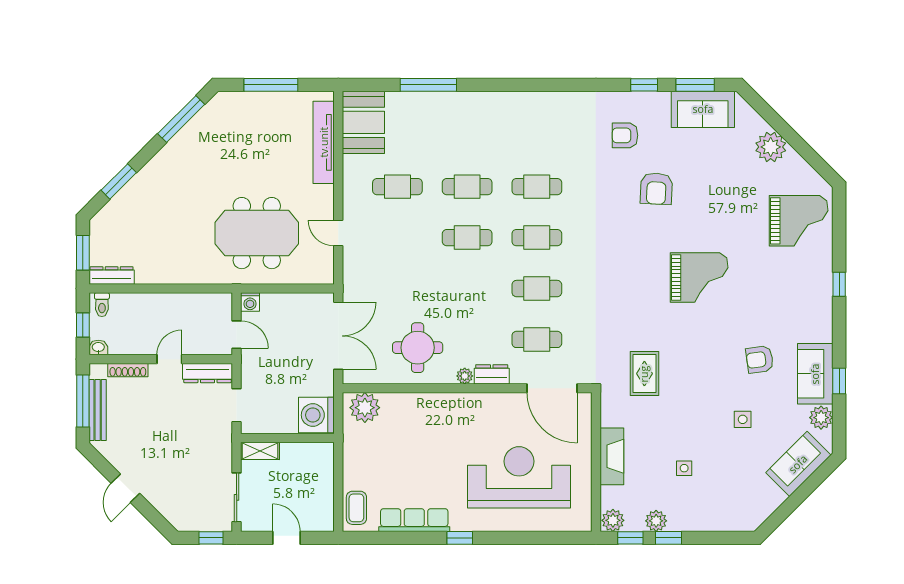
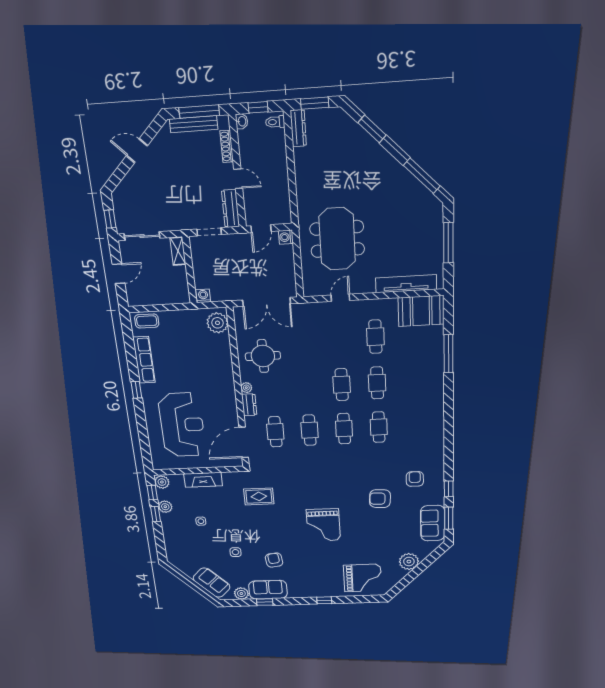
grand piano: (799, 221) -> (363, 578), turned -90
washing machine: (316, 415) -> (203, 296), width x0.53, depth x0.53

